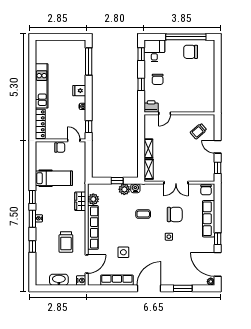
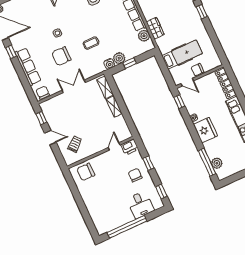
desk: (154, 51) -> (140, 205), moved
chair: (191, 52) -> (86, 172), moved, turned 180
plant: (80, 57) -> (217, 163), added
fridge: (79, 91) -> (205, 130), width x1.88, depth x1.34
hospital bed: (54, 178) -> (182, 55), moved, turned 180

